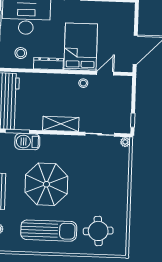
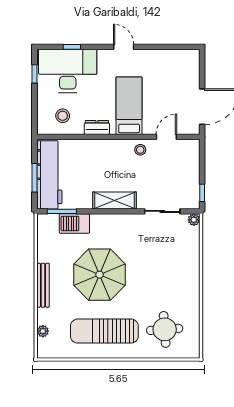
bed: (81, 47) -> (129, 106), width x0.67
dresser: (48, 64) -> (97, 127), width x0.70
sun lounger: (49, 231) -> (104, 331), turned 180

